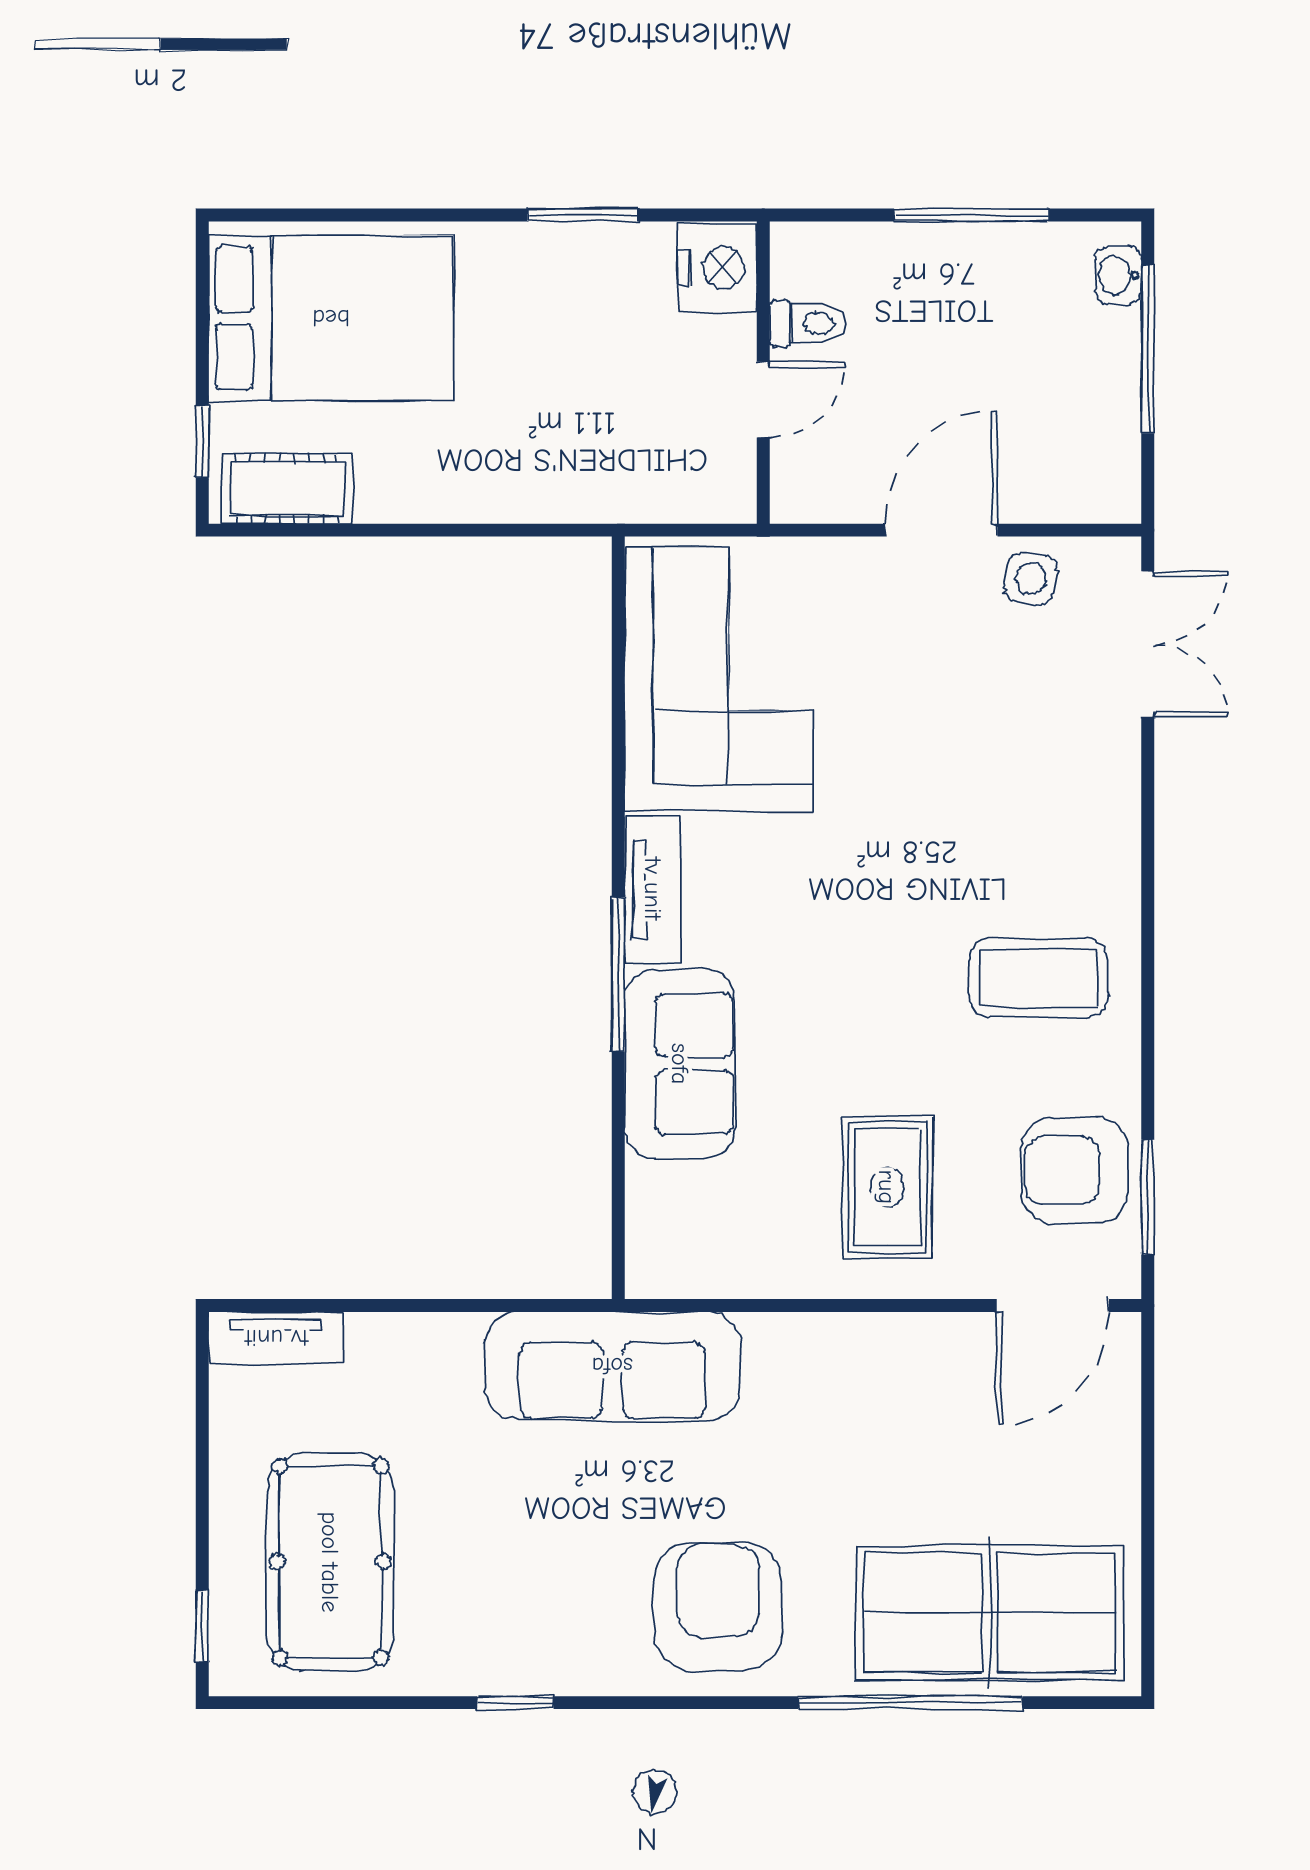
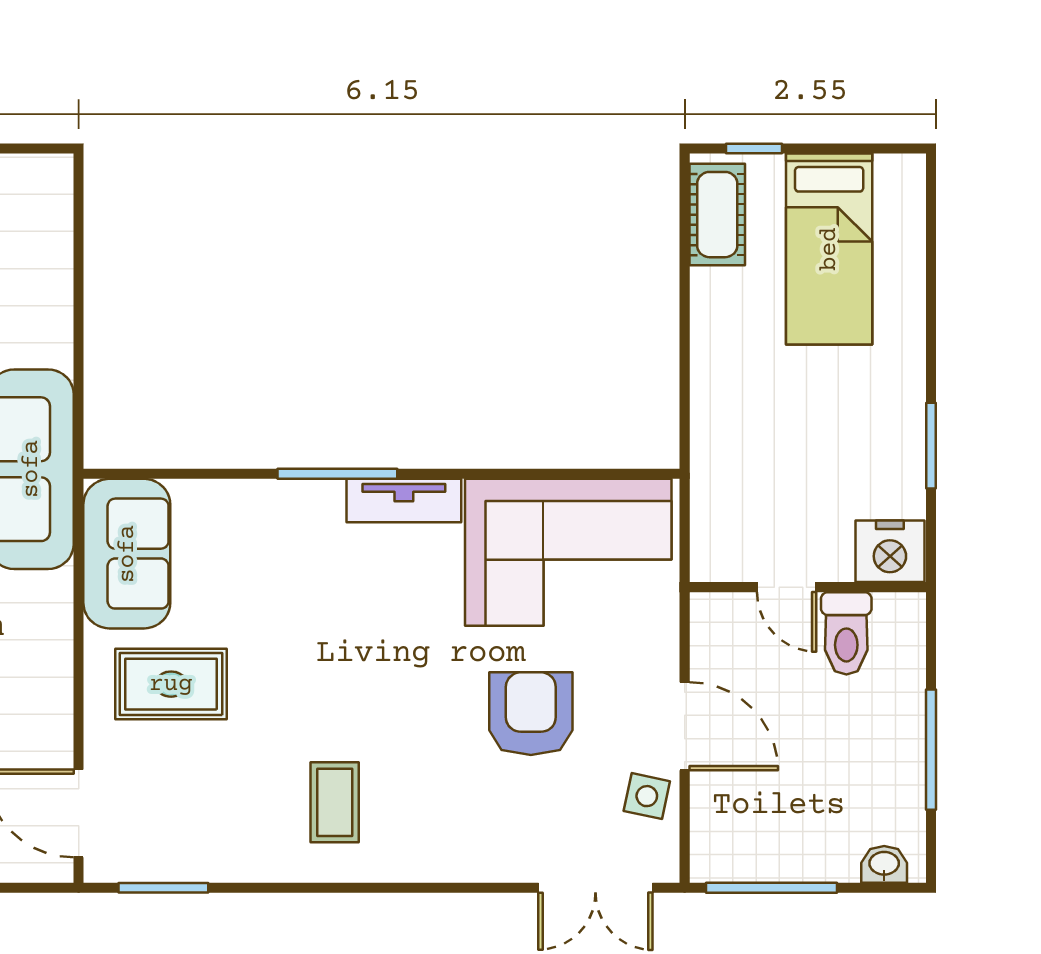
bed: (331, 318) -> (829, 249), width x0.67
toilet: (808, 323) -> (846, 633), width x1.37, depth x1.39
window: (1148, 349) -> (772, 888), moved
coffee table: (1038, 978) -> (335, 802), width x0.73, depth x0.77
sofa: (680, 1064) -> (127, 554), moved, turned -90
armchair: (1075, 1170) -> (531, 714), moved
tv unit: (276, 1338) -> (53, 206), removed

